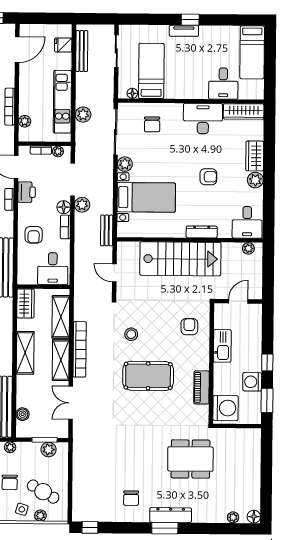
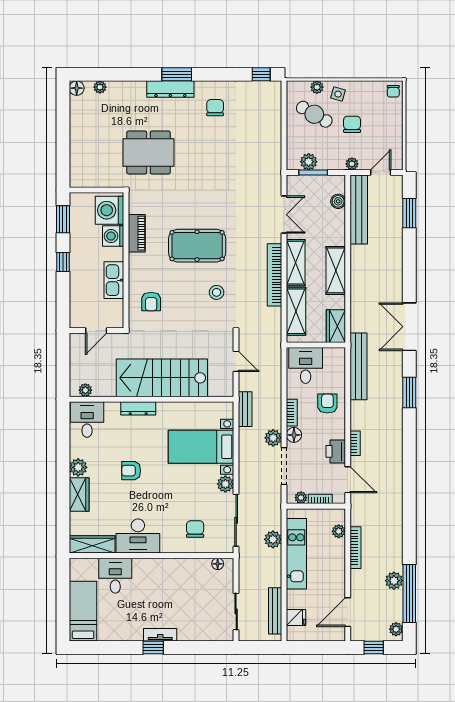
bed: (151, 71) -> (196, 589), removed
washing machine: (252, 382) -> (113, 236), moved, turned 180

